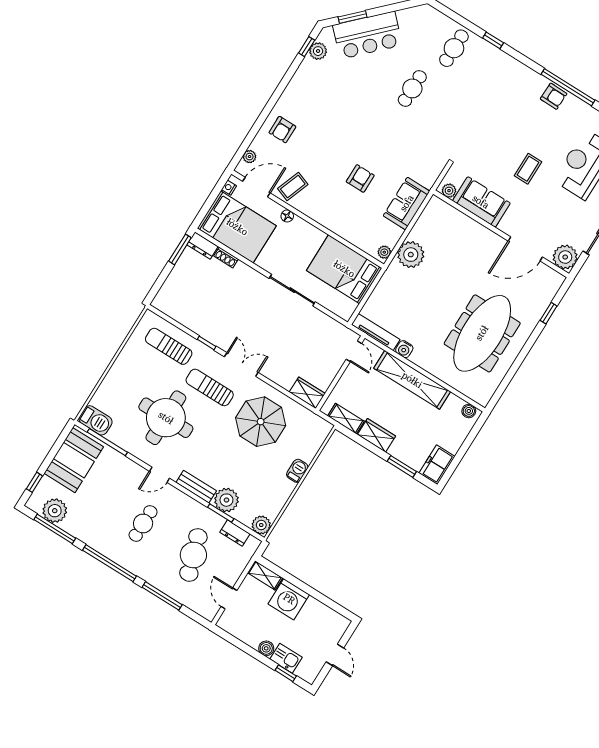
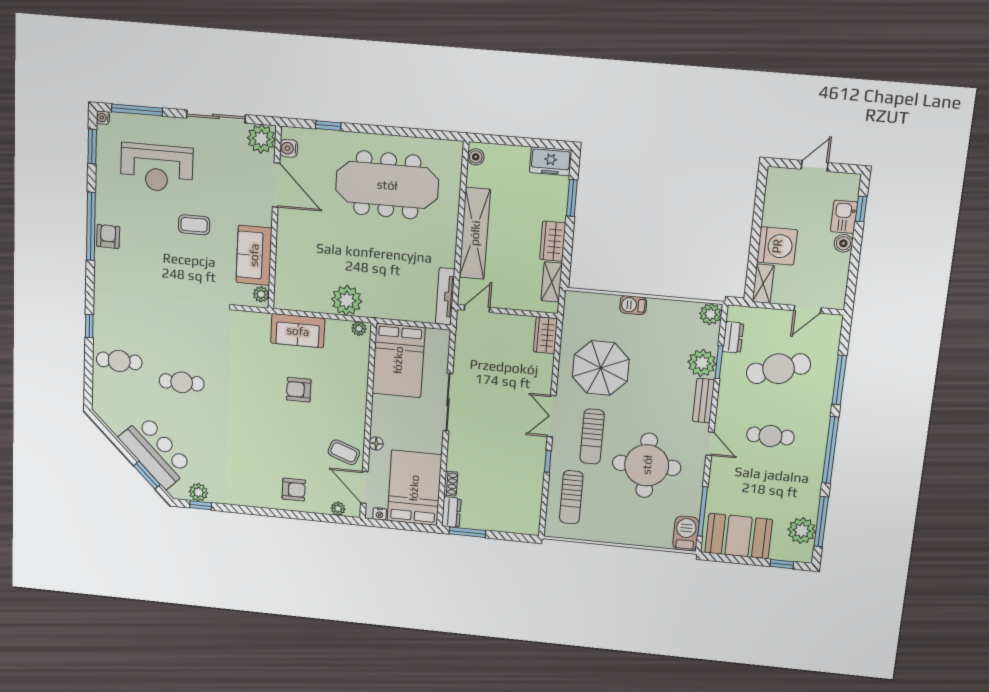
water cooler: (404, 349) -> (289, 148), moved, turned 180

